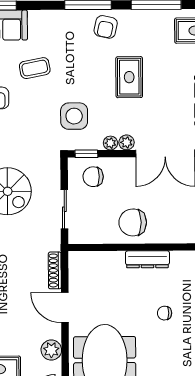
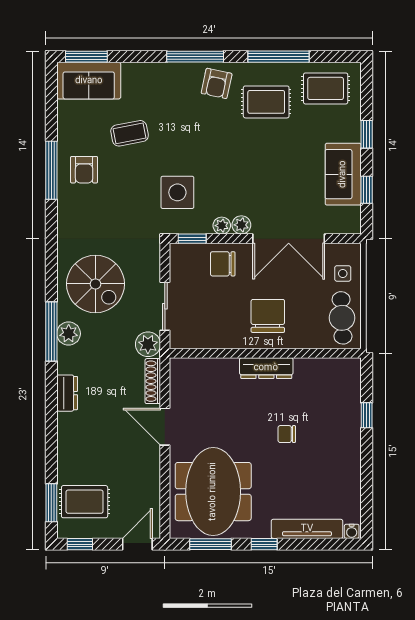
rug: (129, 77) -> (266, 102), moved, turned 90
chair: (93, 177) -> (223, 264), moved
chair: (133, 222) -> (268, 316), moved, turned 90
plant: (51, 350) -> (148, 344), moved

